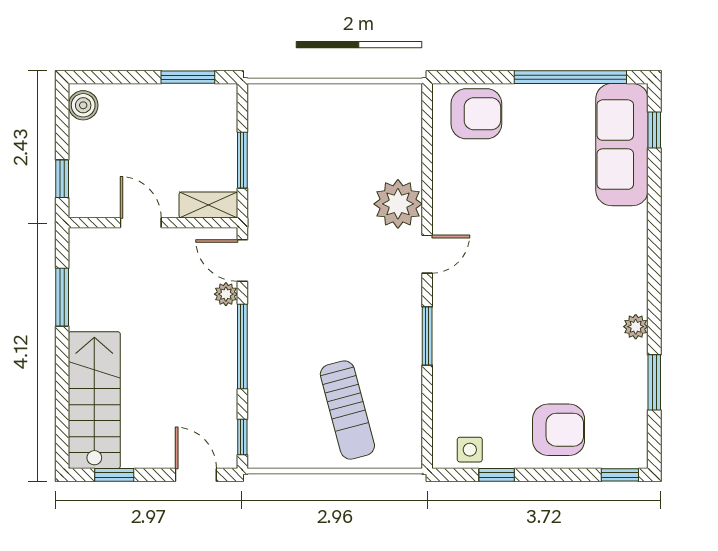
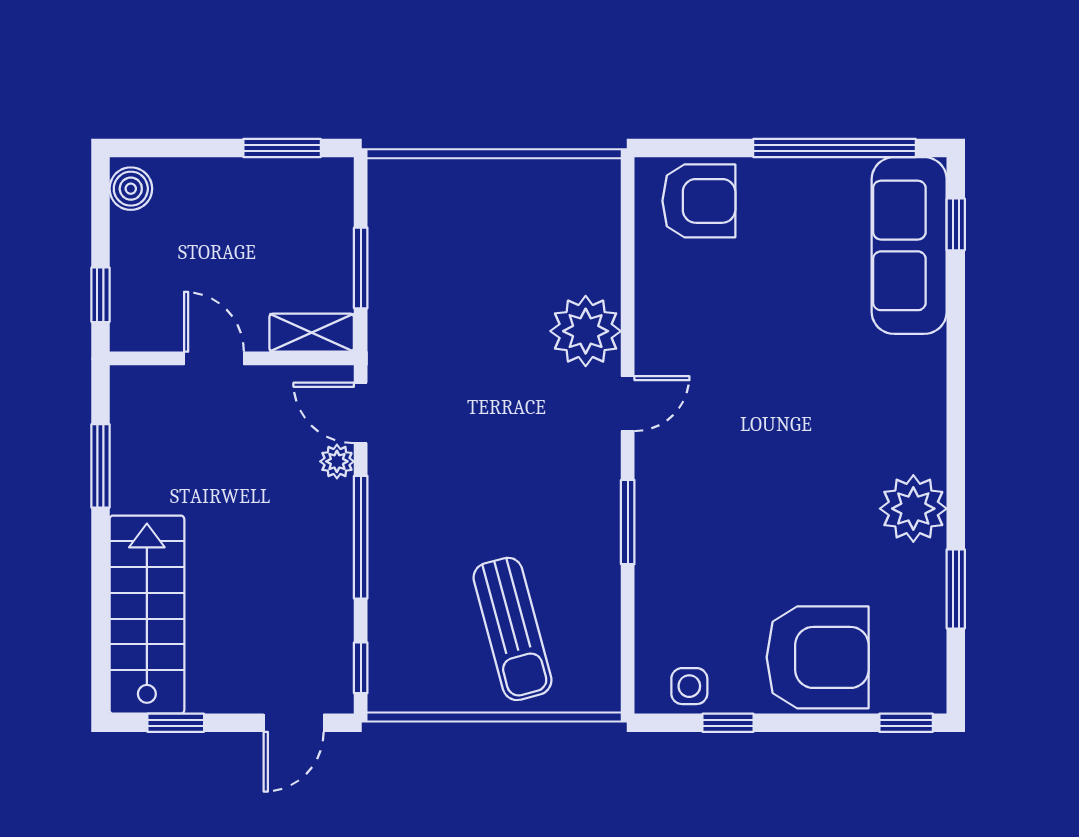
plant: (636, 327) -> (913, 509), width x1.87, depth x1.87
armchair: (559, 430) -> (818, 657), width x1.36, depth x1.36
door: (196, 475) -> (294, 723), swing flipped

